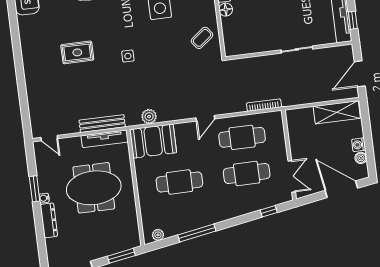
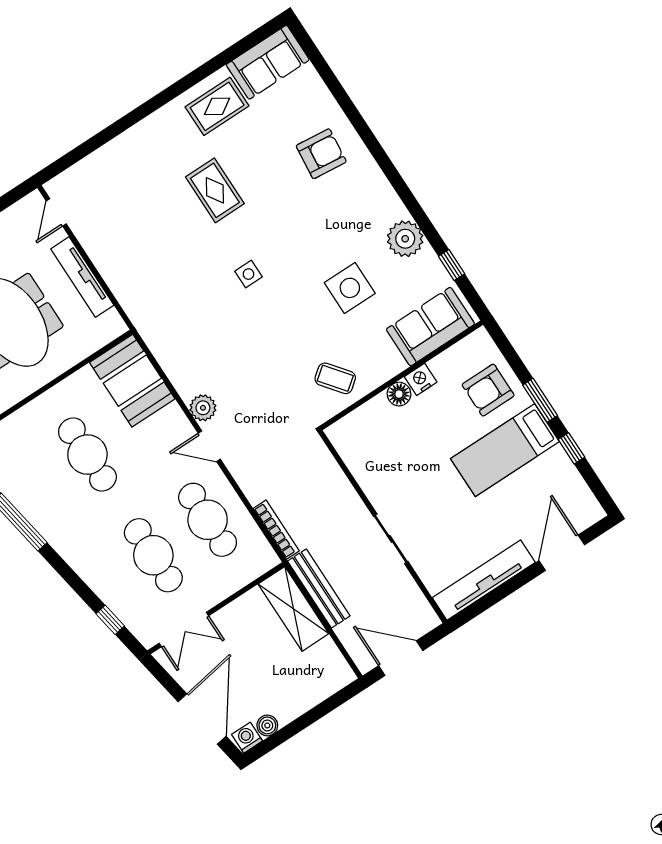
window: (353, 20) -> (481, 606), removed
rug: (35, 31) -> (217, 106), added
shelving: (337, 112) -> (293, 609), moved
plant: (149, 117) -> (203, 408), moved
bench: (102, 124) -> (319, 588), moved
tv unit: (105, 139) -> (82, 277), moved
washing machine: (359, 145) -> (247, 738), moved

